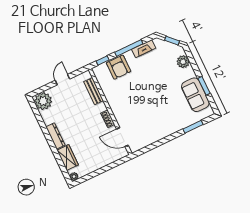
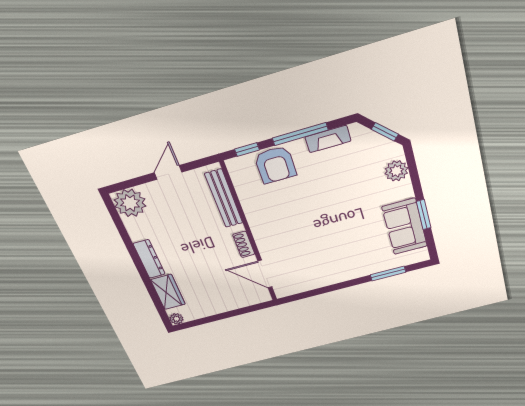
bench: (94, 91) -> (224, 198), width x1.36

